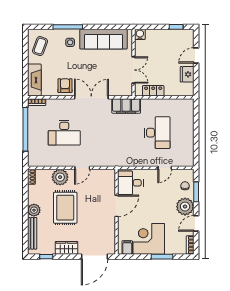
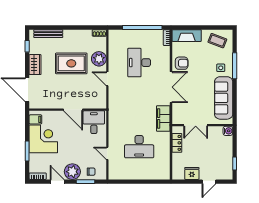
door: (196, 55) -> (209, 182), swing flipped
plant: (34, 210) -> (69, 35), removed

